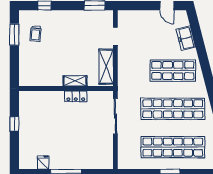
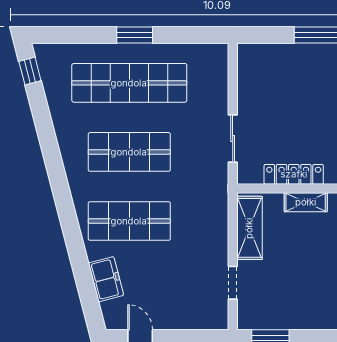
locker: (76, 96) -> (294, 174), width x1.53
shop shelf: (173, 109) -> (129, 152), width x0.71
sliding door: (115, 116) -> (233, 138), width x0.73

